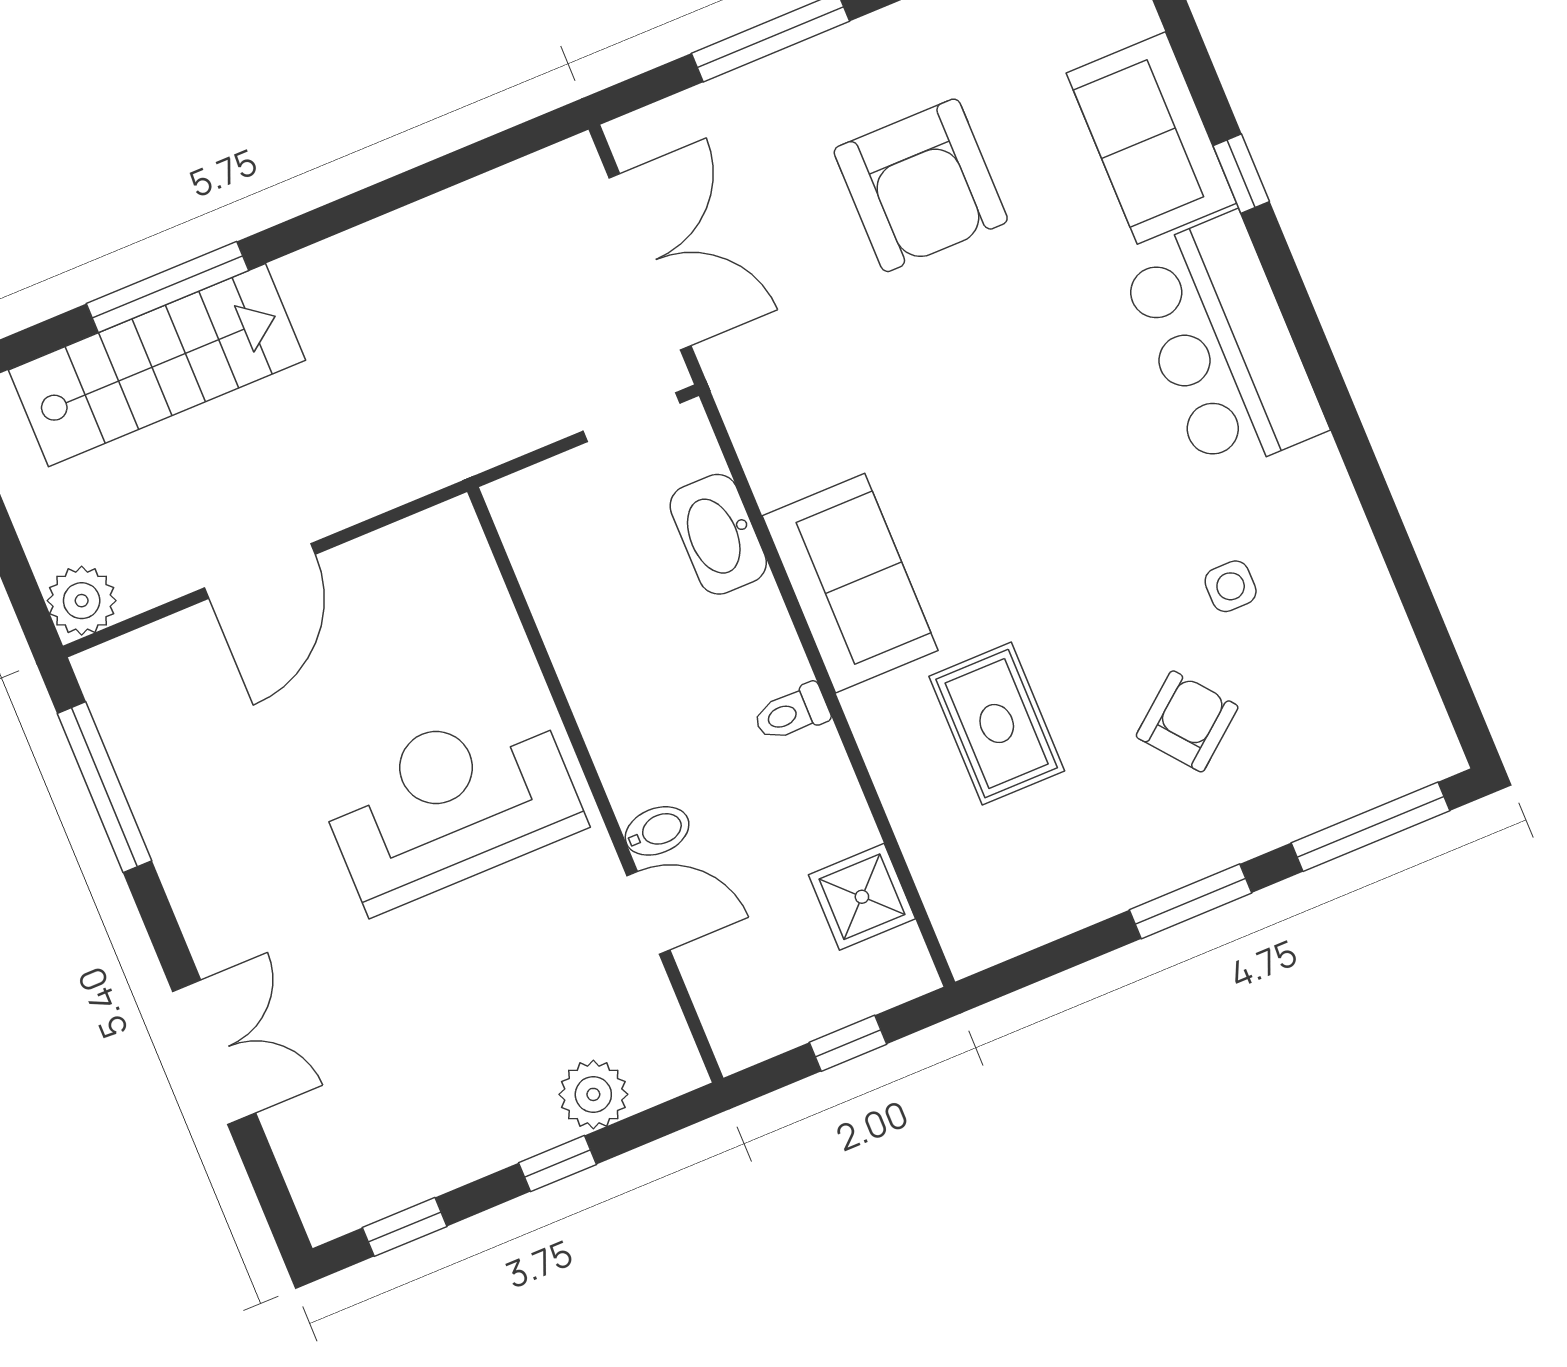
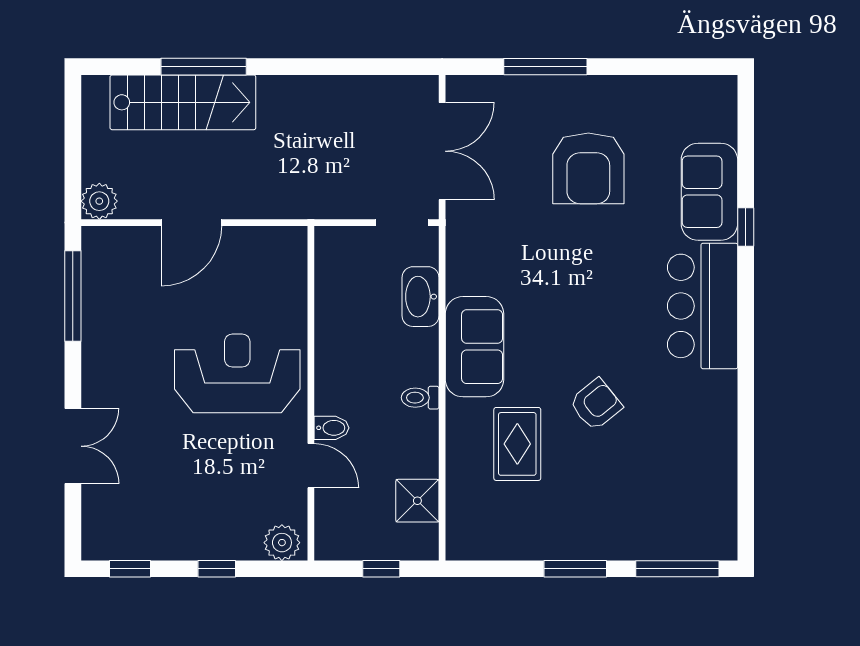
side table: (1231, 586) -> (658, 424), removed
armchair: (1187, 721) -> (596, 404), moved
plant: (593, 1094) -> (282, 543), moved

